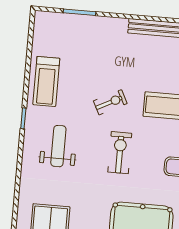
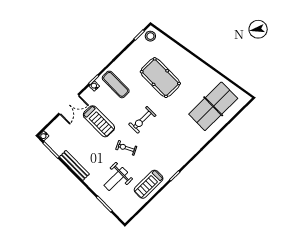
treadmill: (46, 81) -> (149, 184), turned 180
weight bench: (58, 146) -> (116, 179), moved

